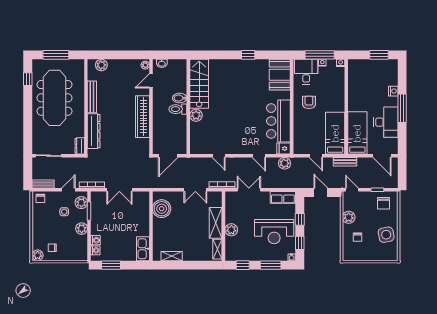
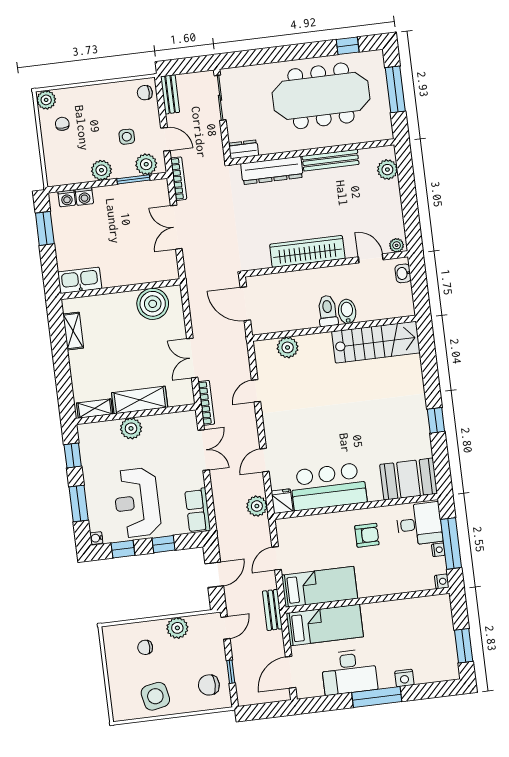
plant: (196, 115) -> (288, 347), moved

